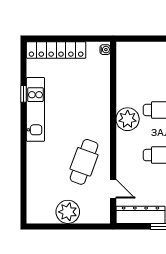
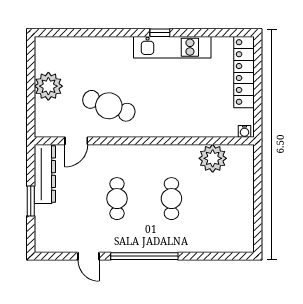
window: (24, 94) -> (160, 33), moved
plant: (128, 119) -> (213, 158), moved

